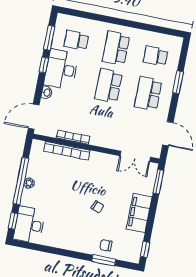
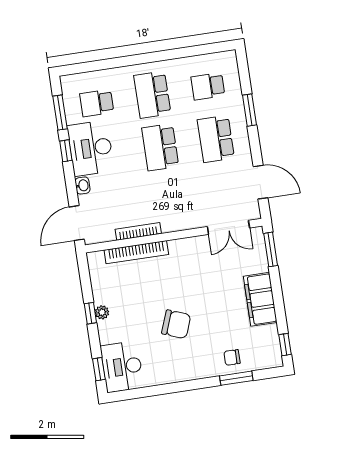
window: (21, 181) -> (90, 313), width x0.32
chair: (98, 207) -> (176, 324), moved, width x1.87, depth x1.87

